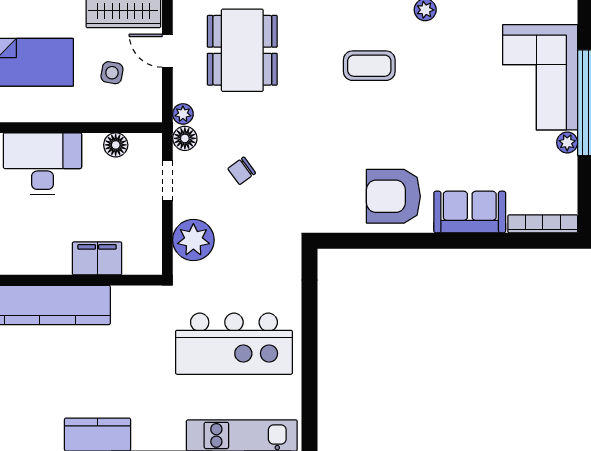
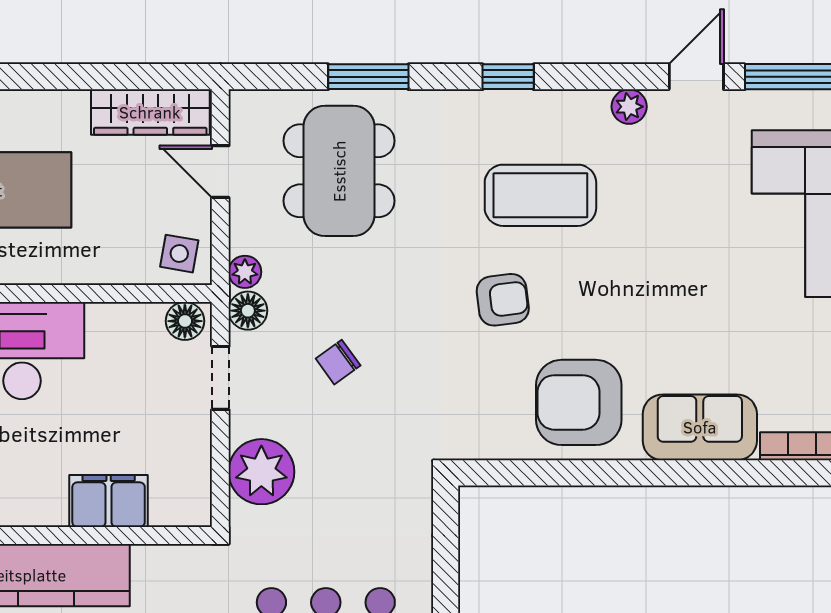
coffee table: (369, 66) -> (540, 195), width x1.36, depth x1.32
side table: (112, 73) -> (179, 254), moved
armchair: (345, 132) -> (503, 300), added
floor lamp: (116, 145) -> (185, 321), moved

